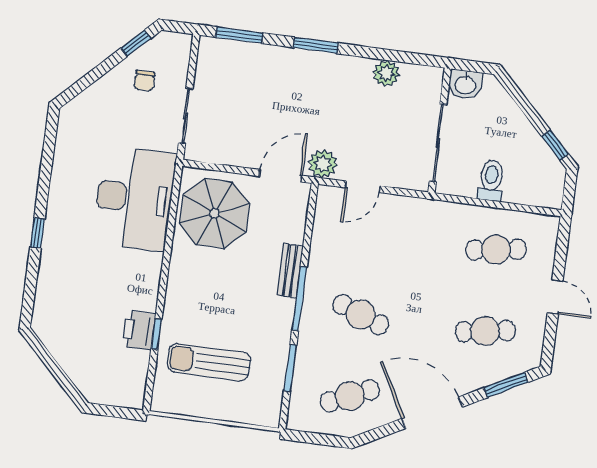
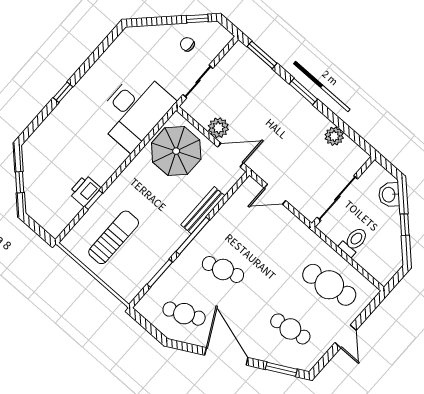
chair: (144, 81) -> (187, 44), turned 90
washbasin: (465, 84) -> (389, 195), moved, turned 45
window: (555, 145) -> (405, 225), moved
plant: (323, 164) -> (218, 128), moved
cafe table: (496, 250) -> (329, 285), width x1.37, depth x1.35
bench: (290, 271) -> (203, 210), width x1.36
cafe table: (361, 314) -> (223, 269), turned -39
sun lounger: (209, 362) -> (114, 237), turned 90
window: (57, 371) -> (20, 182), added

